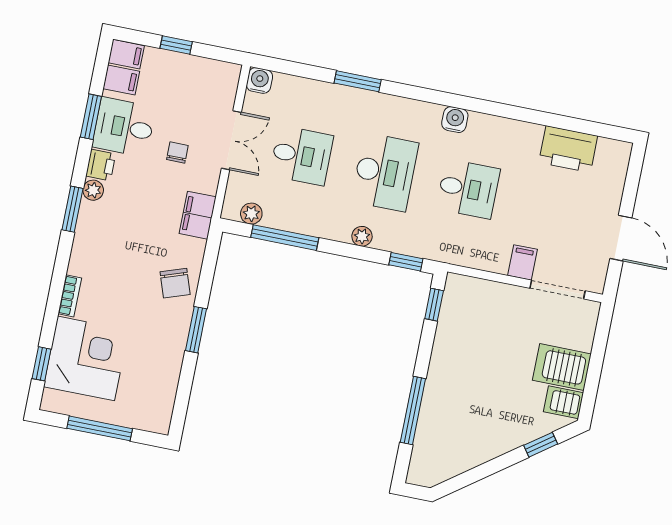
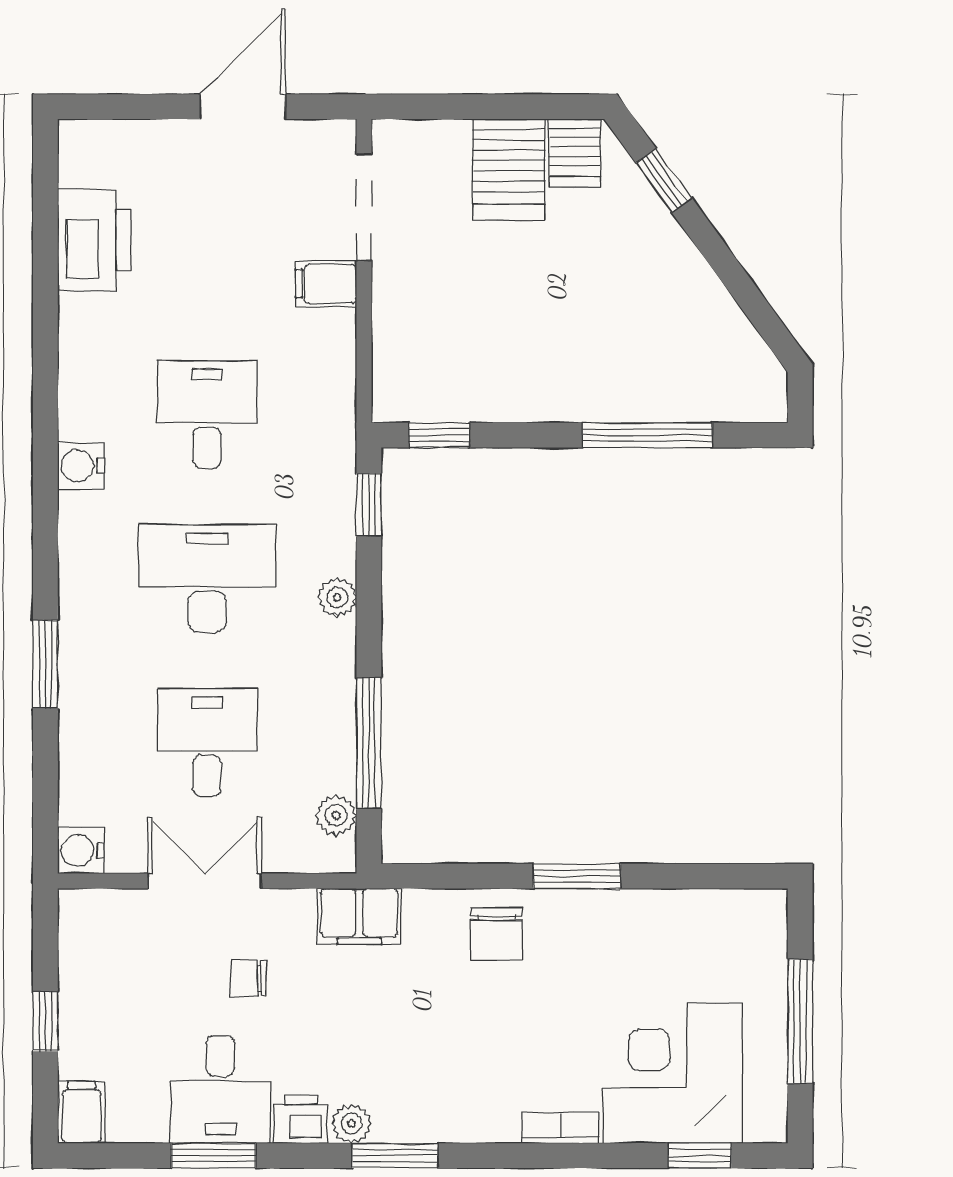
filing cabinet: (121, 80) -> (132, 1112), removed
chair: (175, 283) -> (496, 933), turned 109

